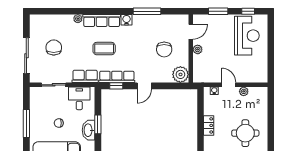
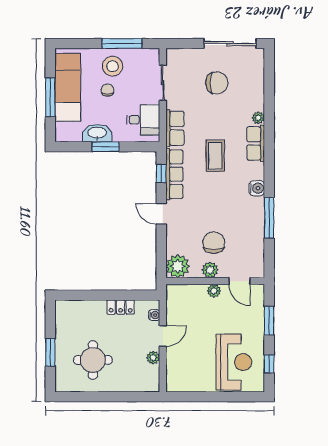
row of seats: (102, 21) -> (256, 143), width x0.68
reception desk: (247, 36) -> (234, 362), turned -90
chair: (164, 50) -> (214, 243), turned 90
plant: (183, 52) -> (210, 270), added
sliding door: (26, 56) -> (230, 44), moved
stool: (42, 120) -> (113, 66), added
window: (26, 123) -> (122, 44), moved
locker: (209, 125) -> (121, 307), moved

